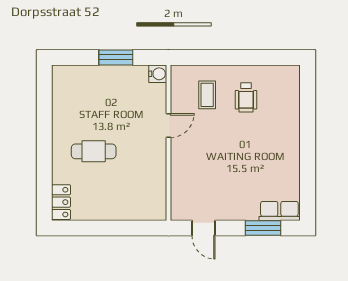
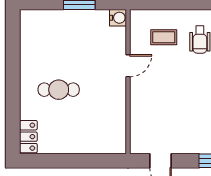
coffee table: (207, 95) -> (164, 37), turned 90

